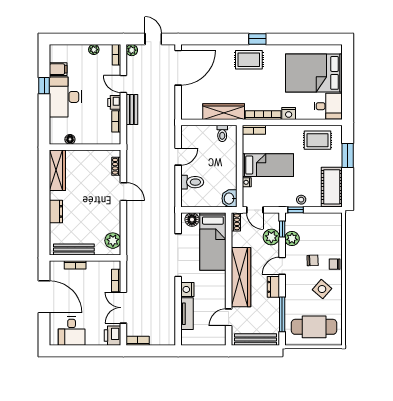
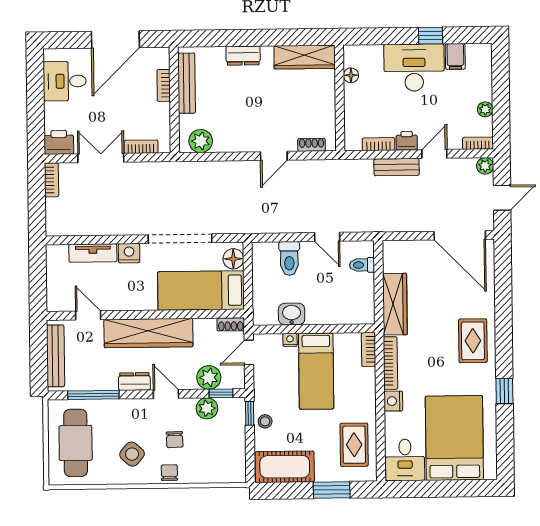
window: (257, 39) -> (504, 391), moved
toilet: (222, 133) -> (362, 265), moved
washbasin: (229, 198) -> (292, 314), moved

